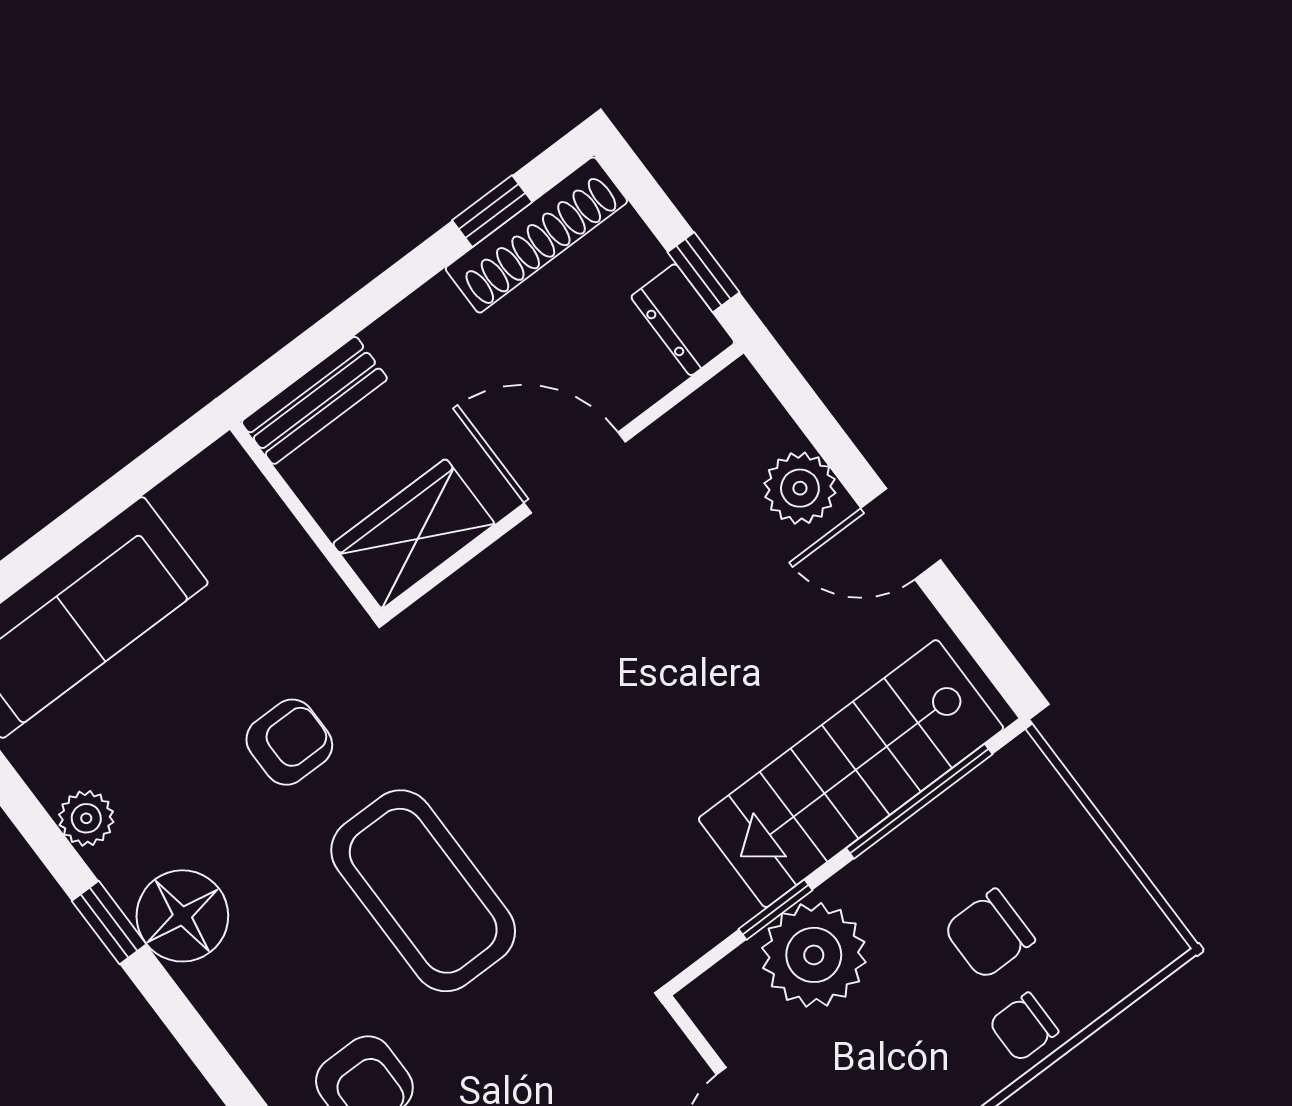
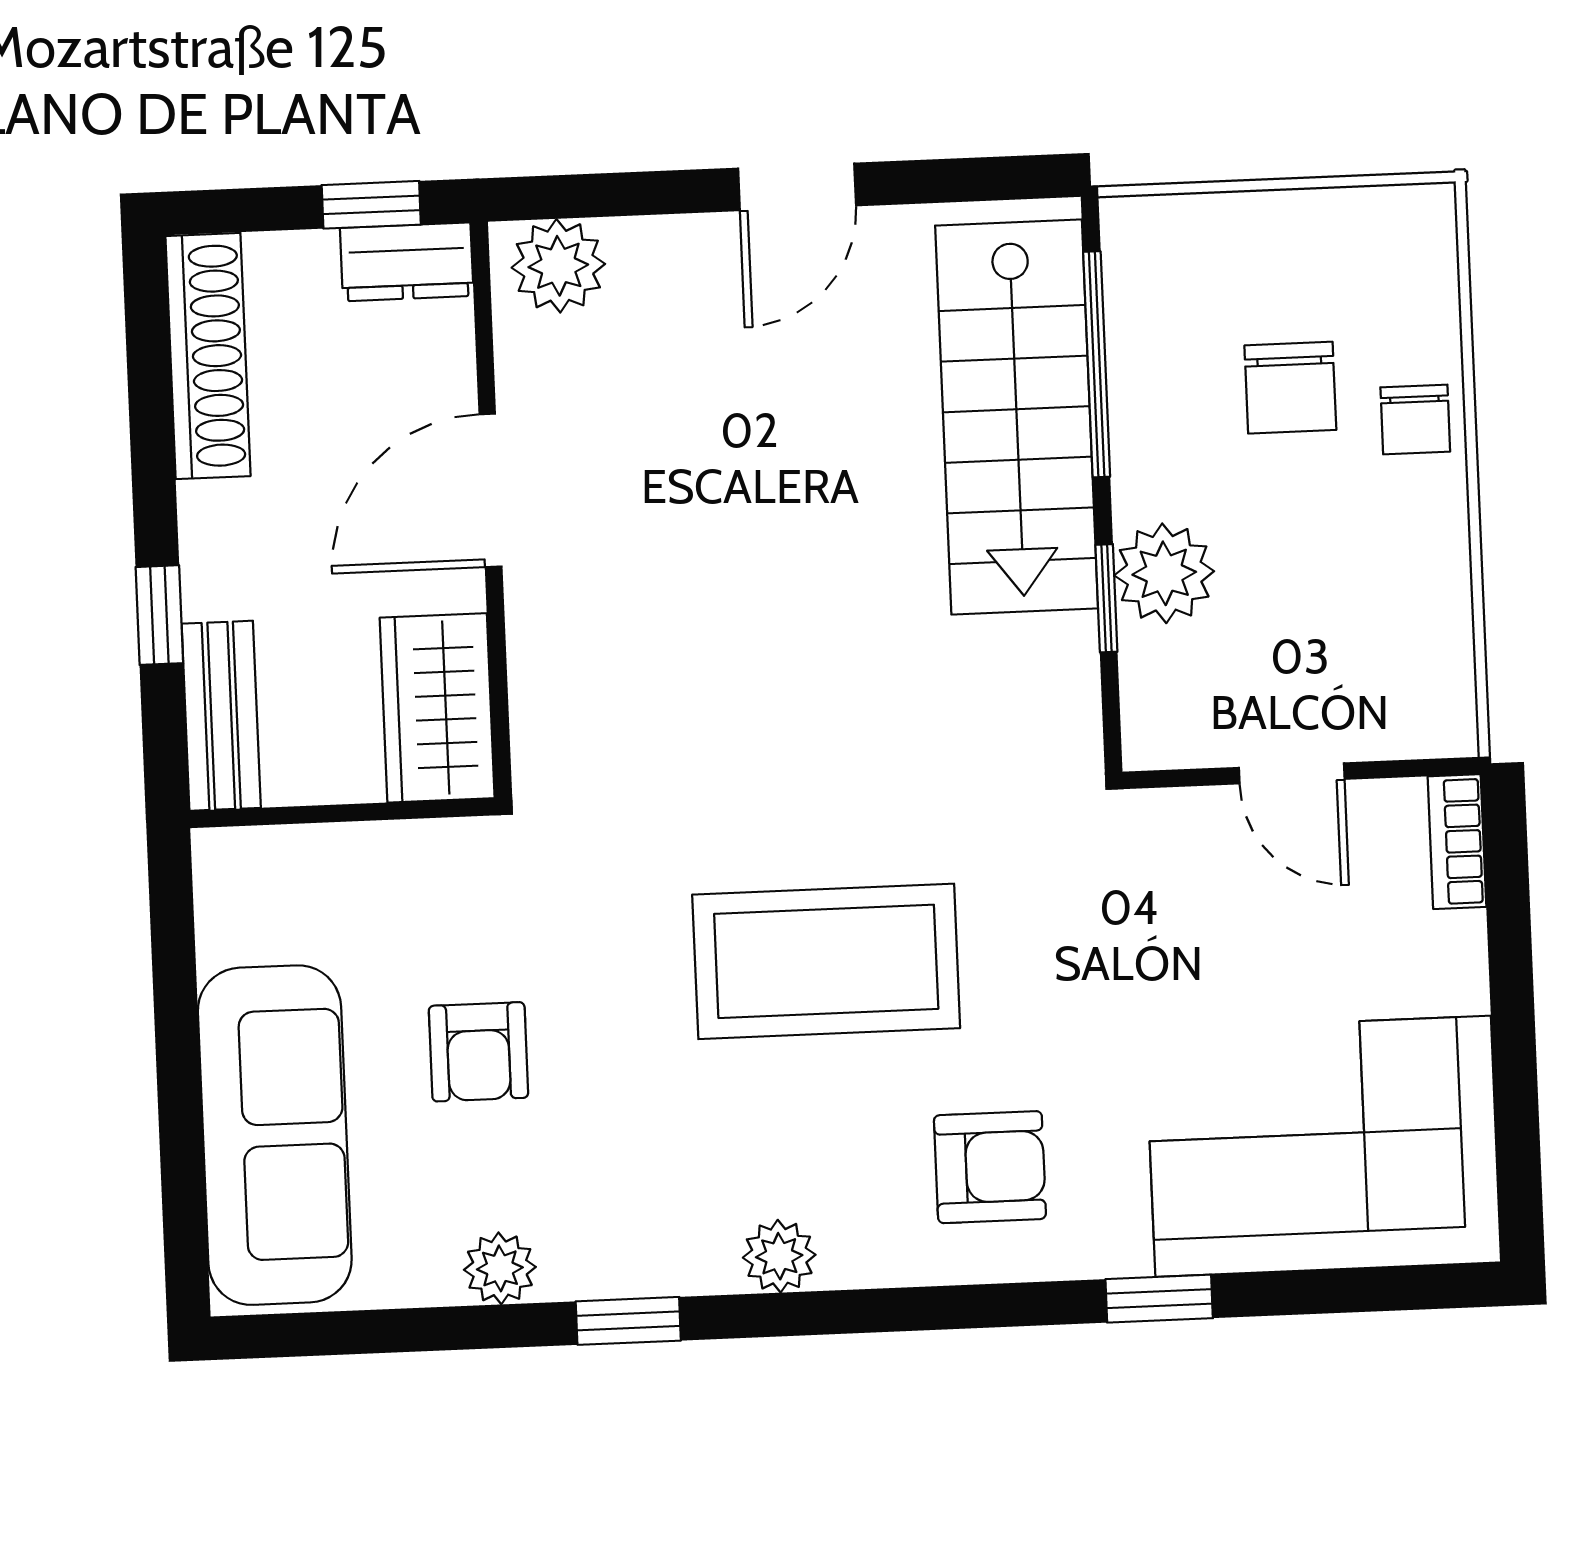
window: (492, 211) -> (159, 615), moved
plant: (800, 488) -> (558, 266), moved
armchair: (289, 742) -> (478, 1052), moved, turned 180
floor lamp: (182, 916) -> (675, 1238), removed
plant: (814, 955) -> (1164, 573), width x0.73, depth x0.73
plant: (216, 990) -> (779, 1256), added

